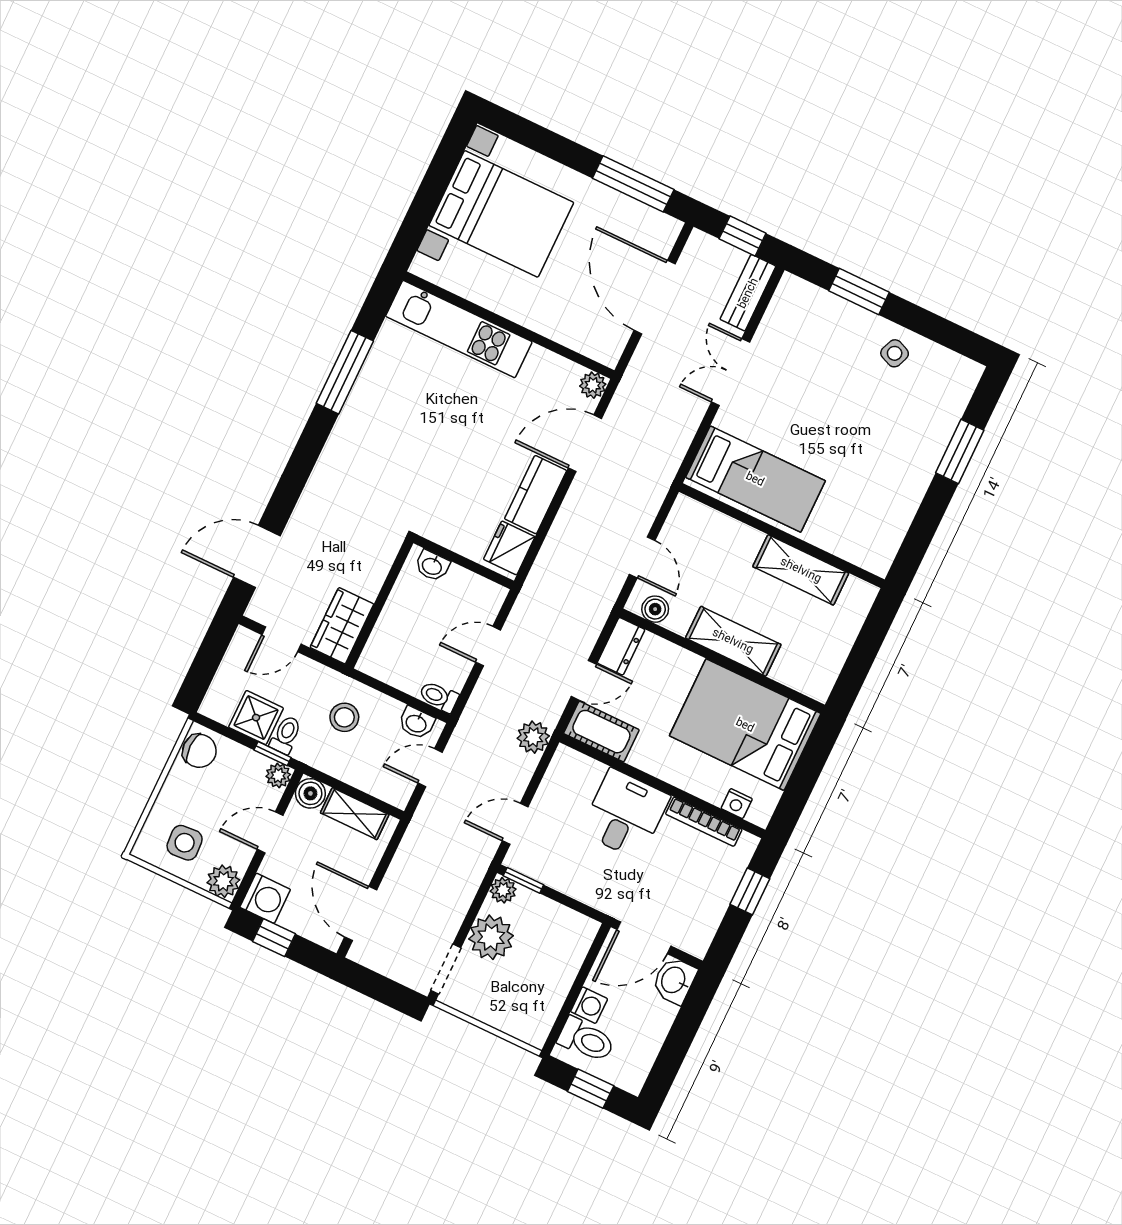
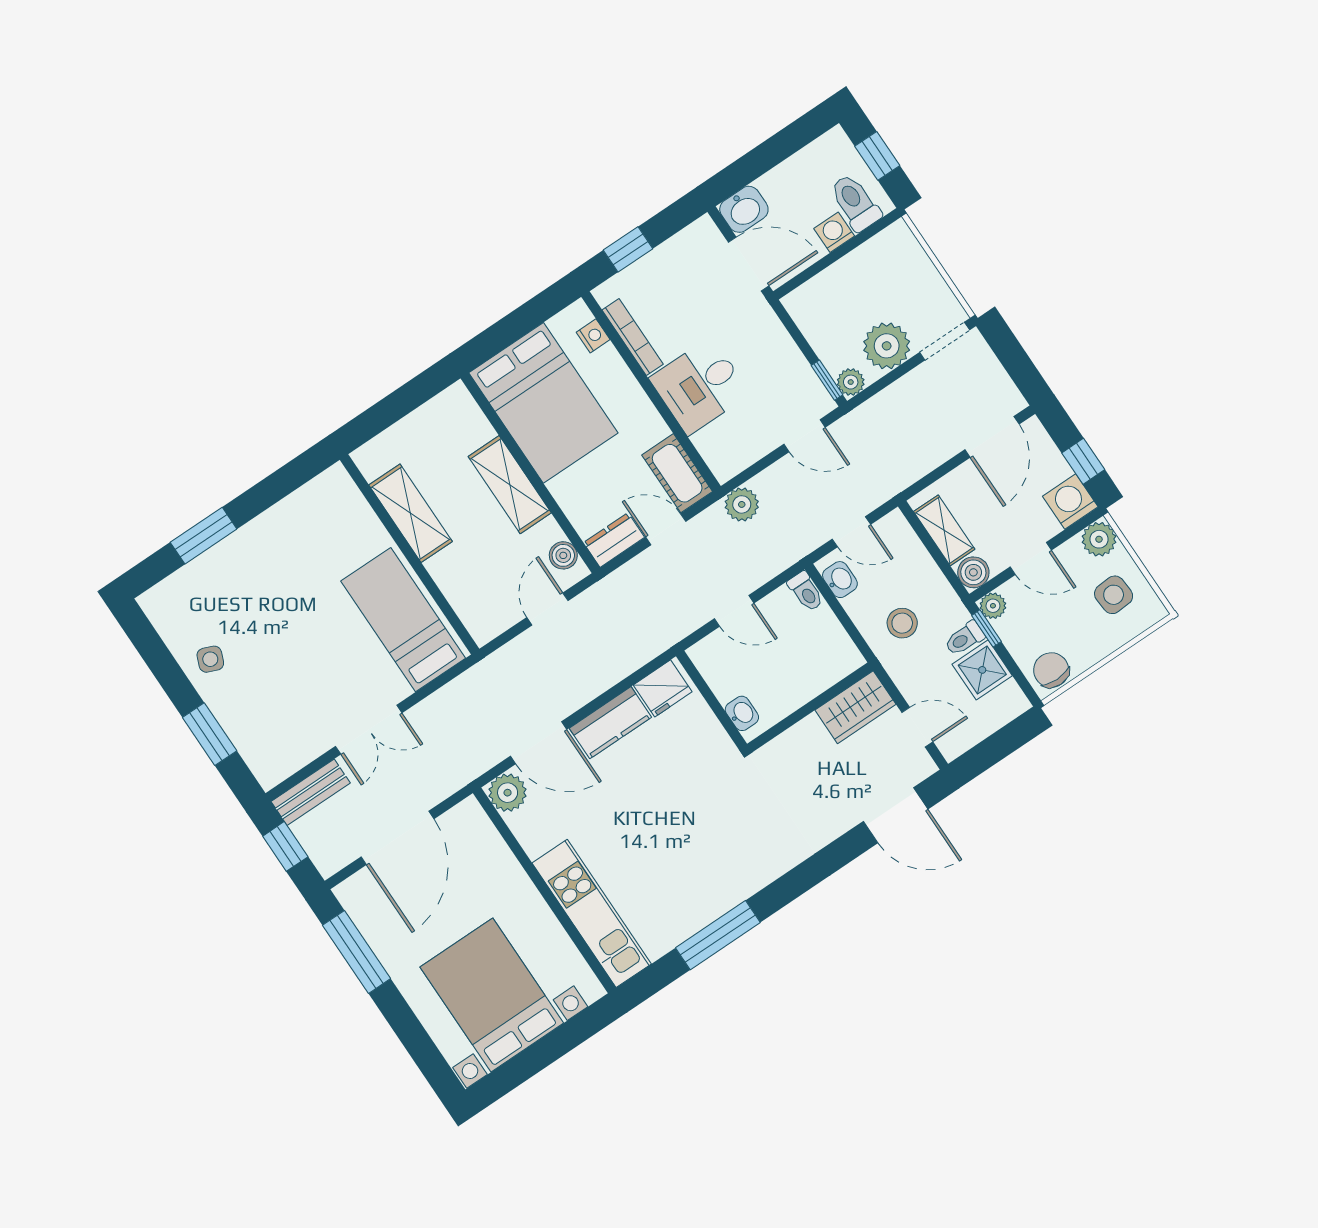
plant: (593, 385) -> (508, 793), width x1.38, depth x1.38

